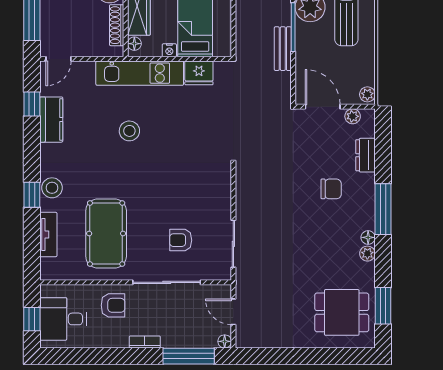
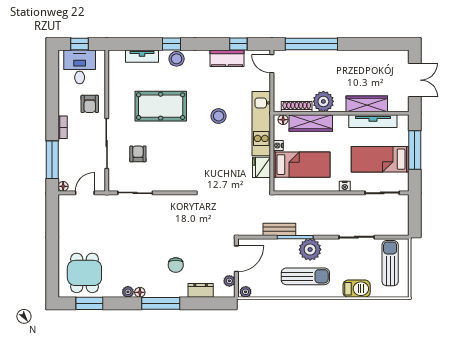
pool table: (106, 233) -> (161, 106), moved

